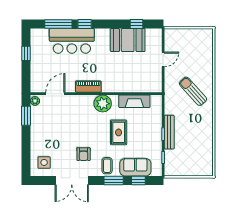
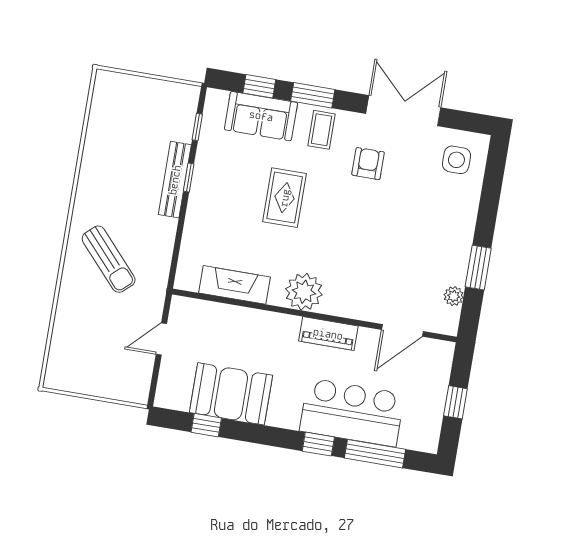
piano: (88, 87) -> (328, 334), moved
door: (55, 94) -> (402, 330), moved
wall: (96, 94) -> (314, 316), moved
fireplace: (134, 101) -> (234, 285), moved
plant: (103, 104) -> (304, 292), moved

